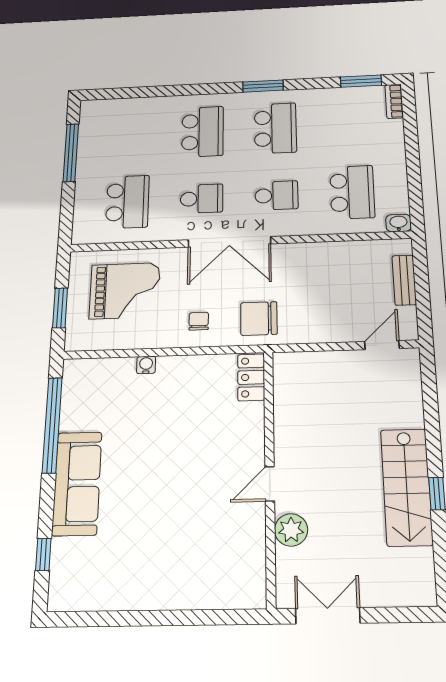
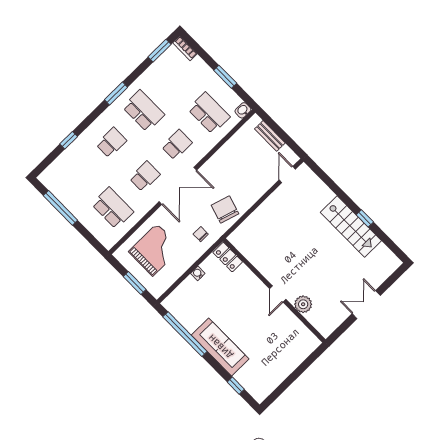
window: (158, 91) -> (69, 140), added
school desk: (203, 132) -> (111, 143), width x0.54
window: (413, 169) -> (225, 77), added
chair: (259, 318) -> (225, 210), turned 107
locker: (251, 377) -> (228, 257), moved
wall: (270, 475) -> (274, 290), moved
door: (270, 484) -> (278, 294), moved
plant: (291, 530) -> (303, 304), moved

